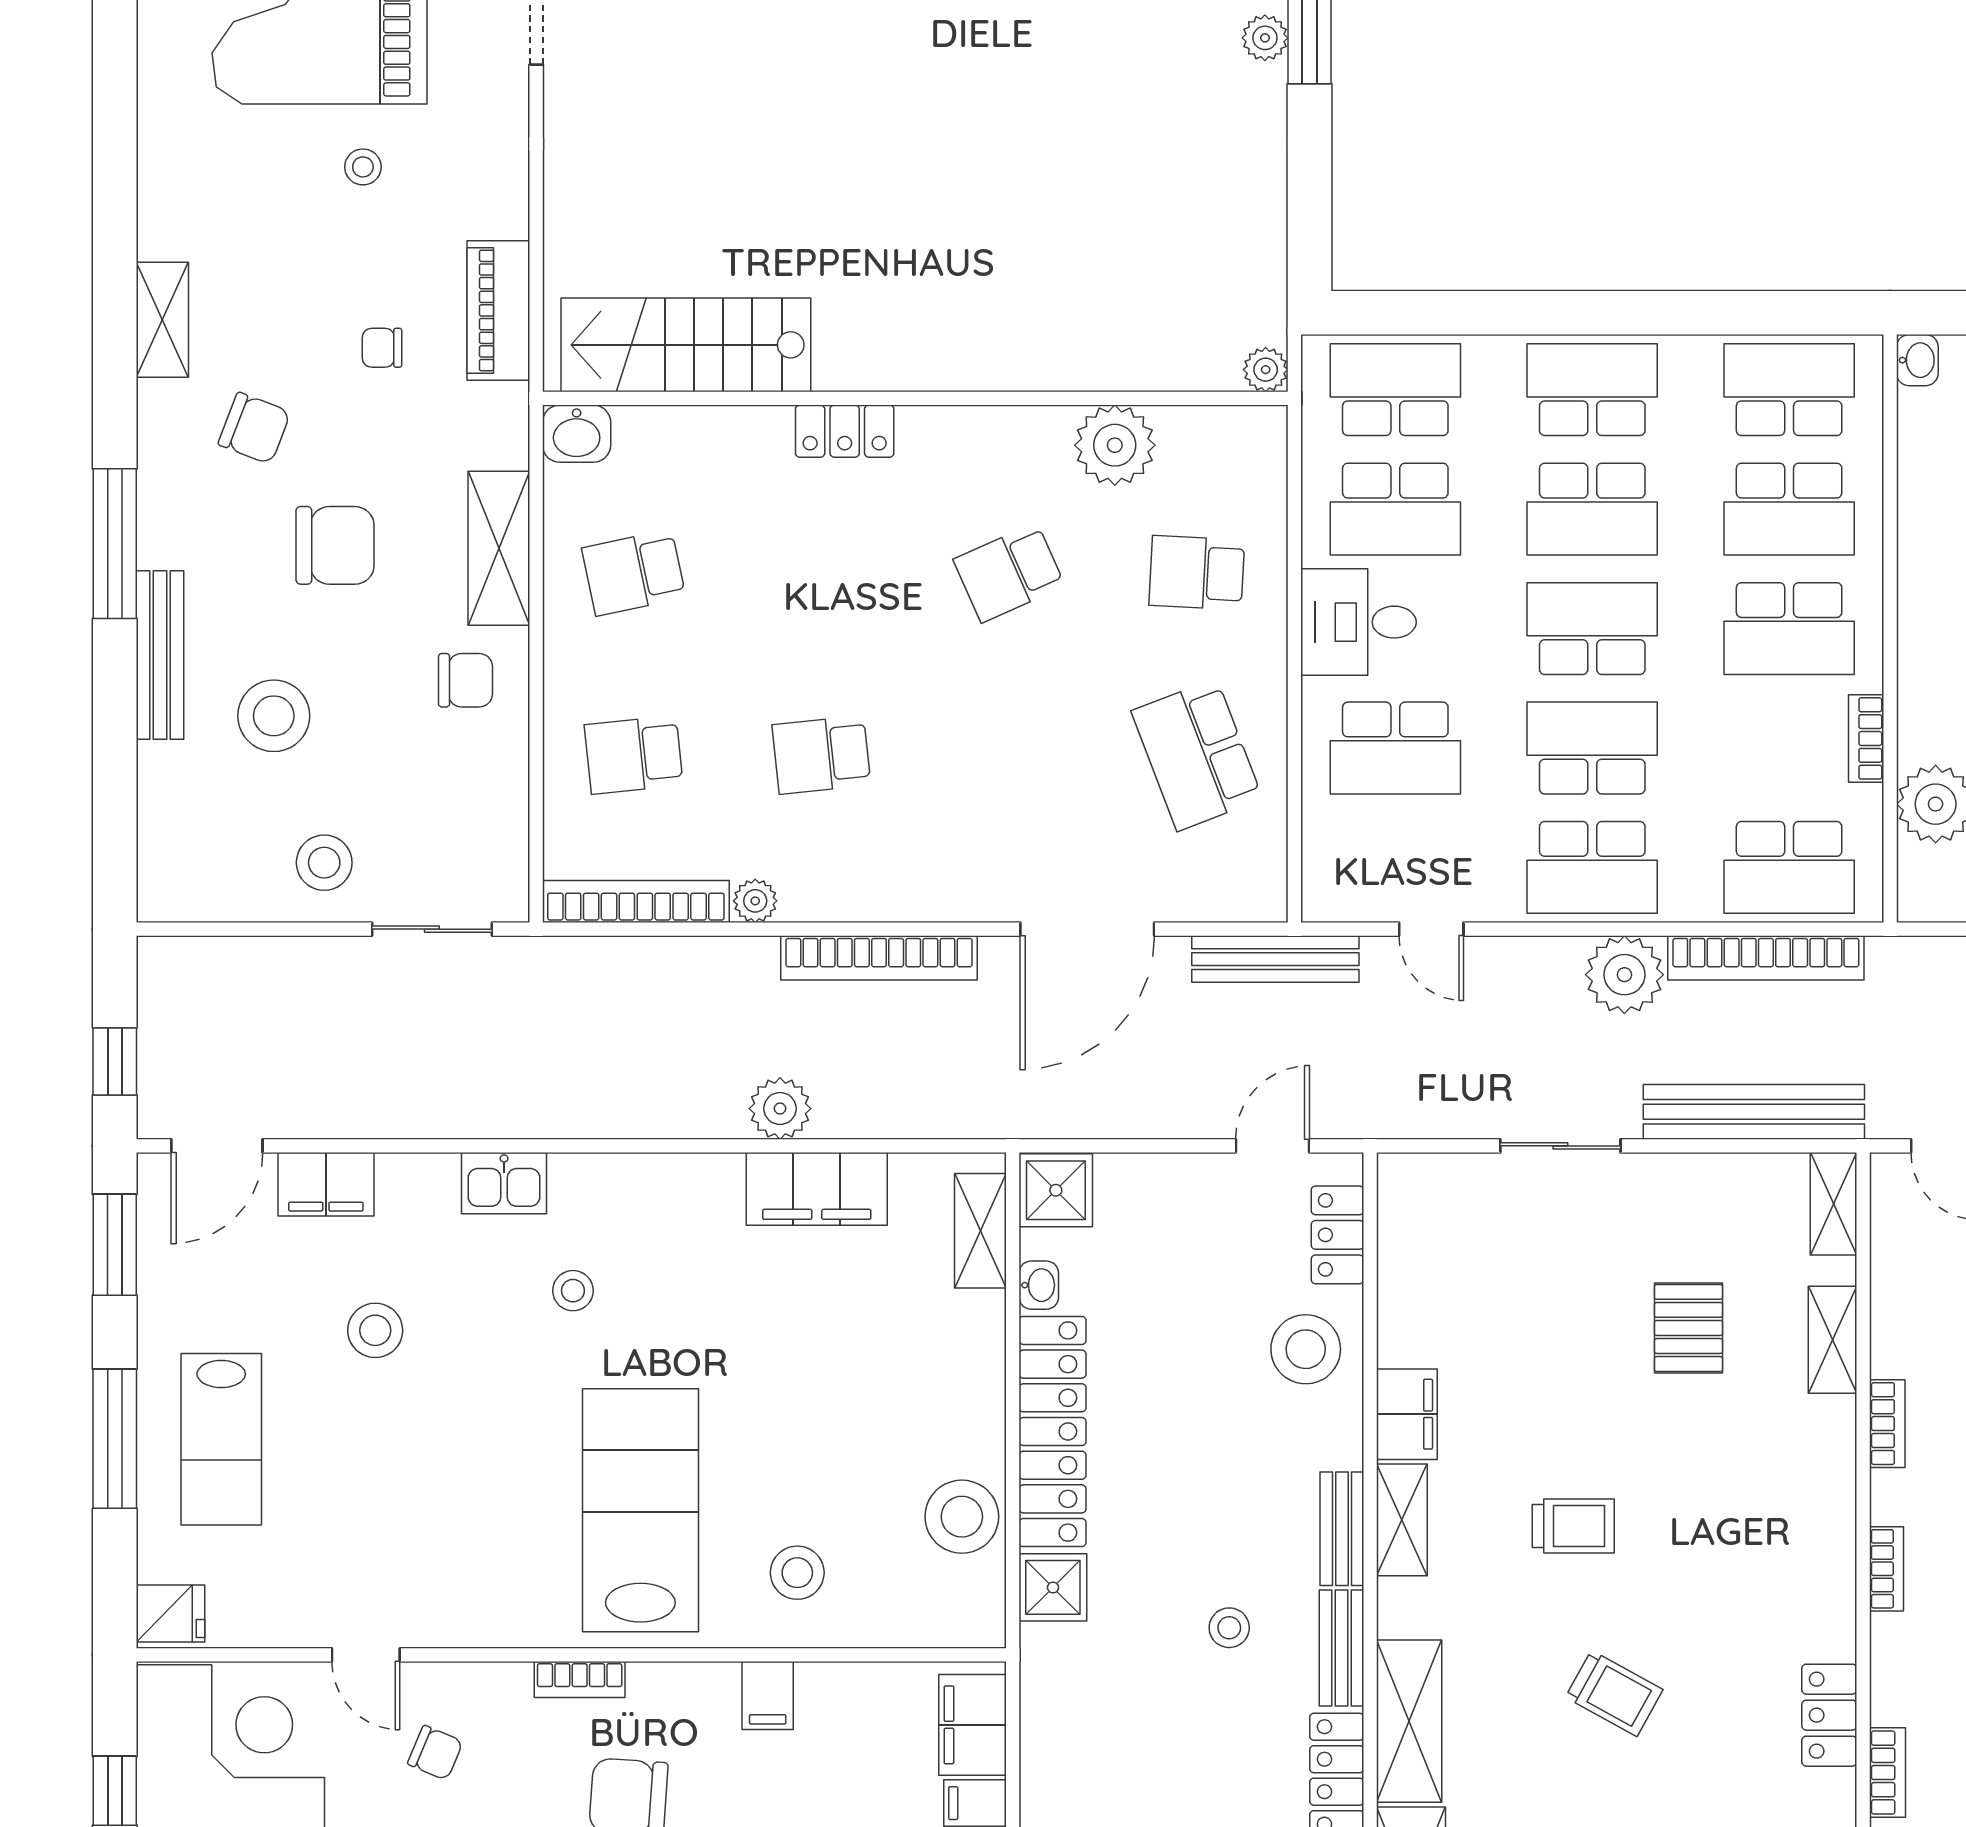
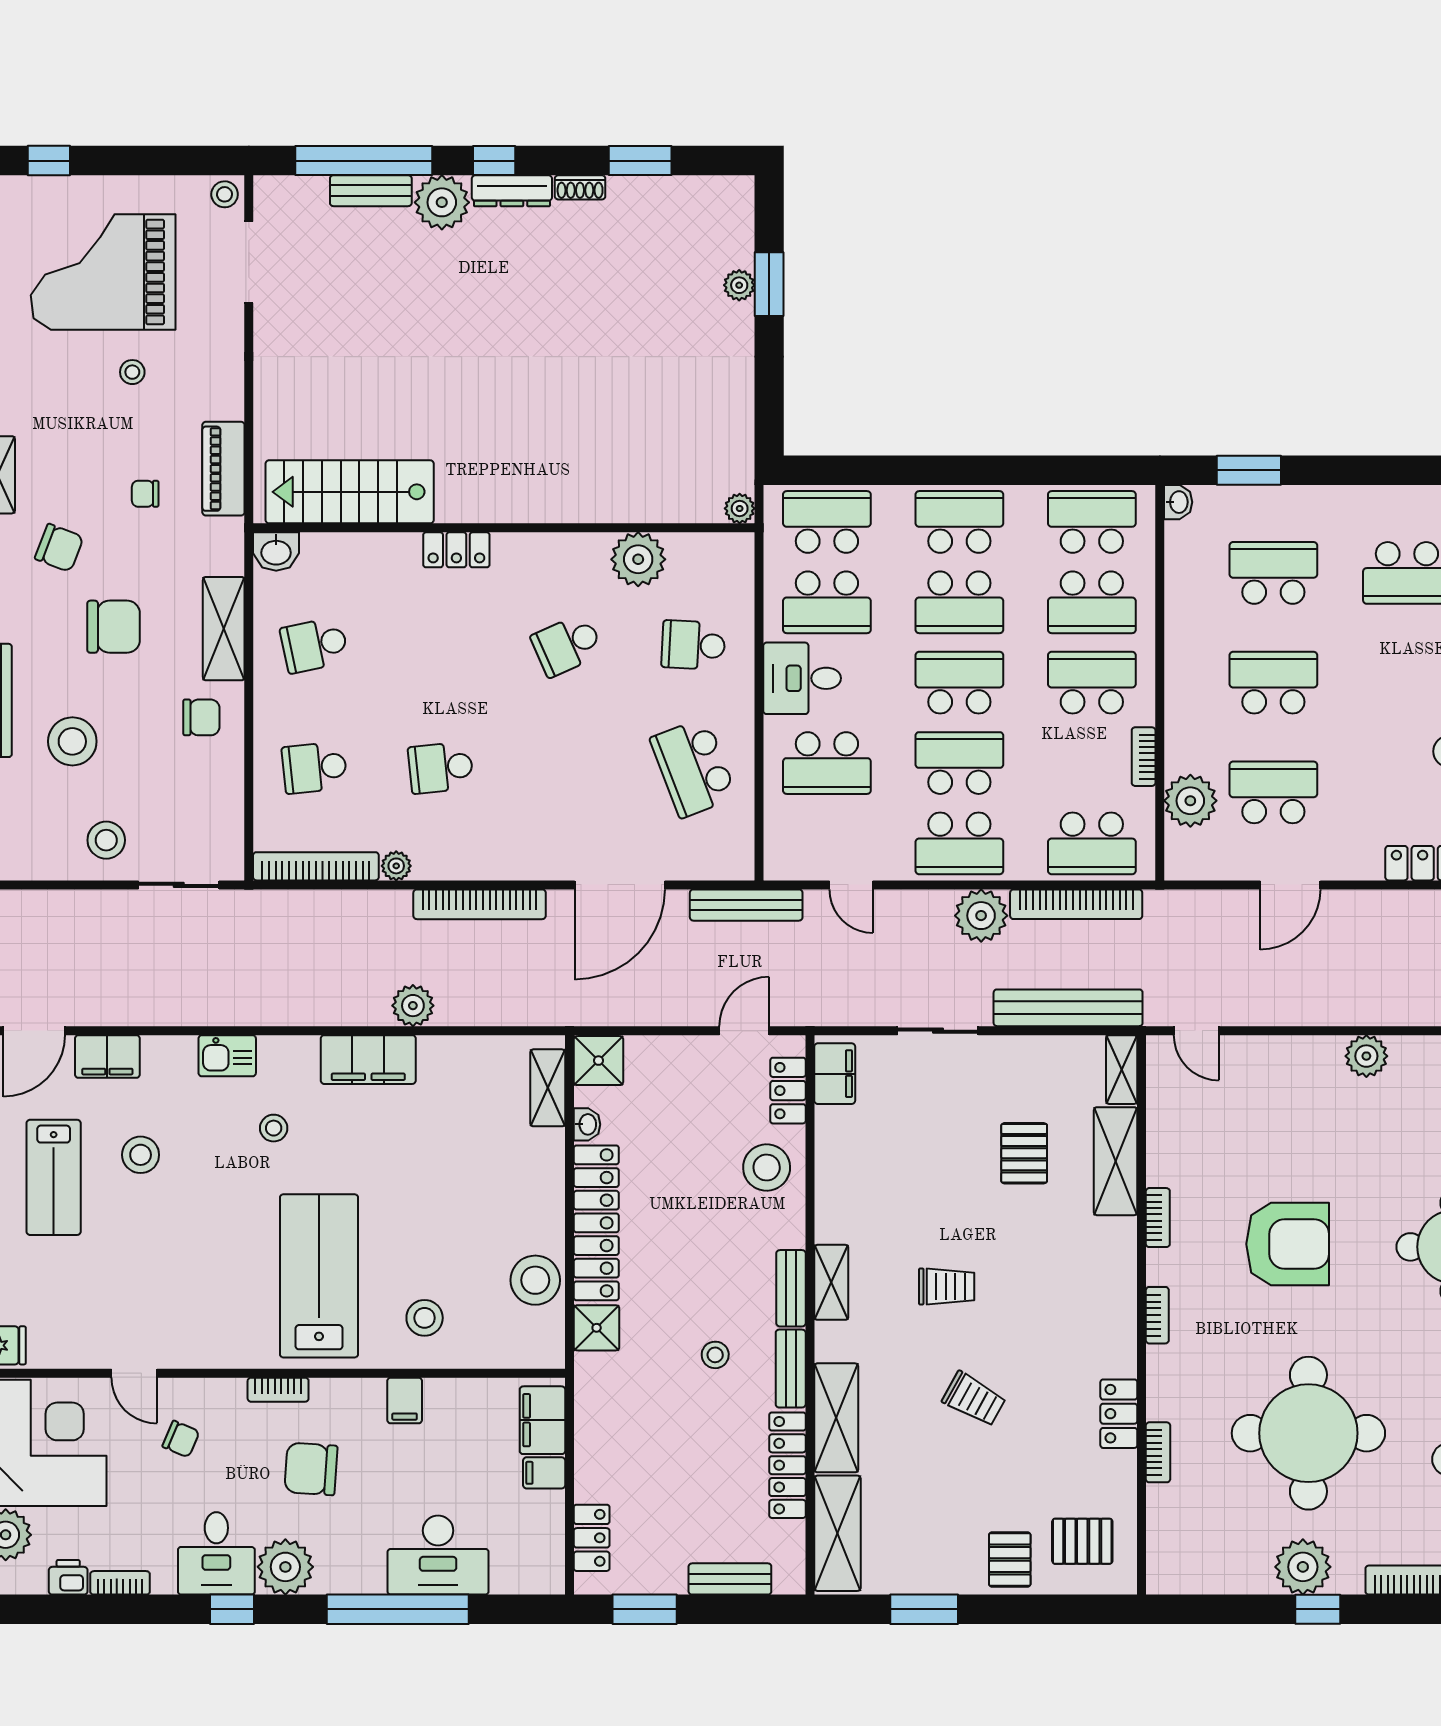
school desk: (1789, 629) -> (1092, 683), turned 180
filing cabinet: (817, 1189) -> (368, 1060), moved
shelving: (1832, 1340) -> (1116, 1161), width x1.50, depth x1.33
filing cabinet: (1407, 1414) -> (835, 1074), moved
lab bench: (221, 1439) -> (54, 1177), moved

